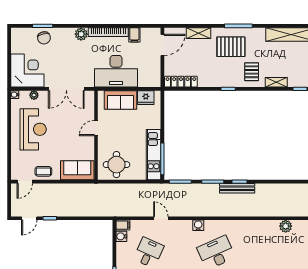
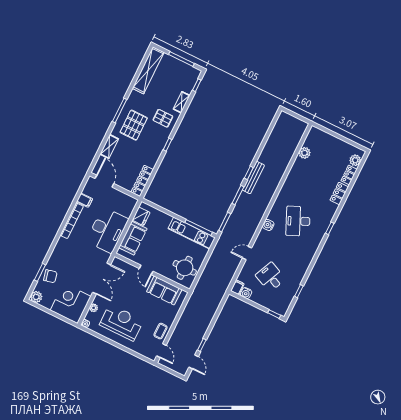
plant: (81, 34) -> (36, 297), moved
sofa: (77, 170) -> (164, 290), moved, turned -90

